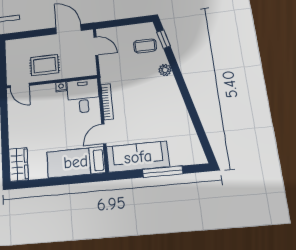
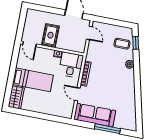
rug: (45, 65) -> (50, 35), turned 90
door: (104, 134) -> (77, 94), hinge flipped
bed: (76, 162) -> (33, 80), moved, turned 180

